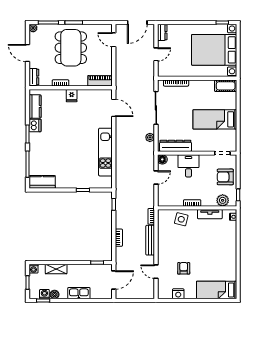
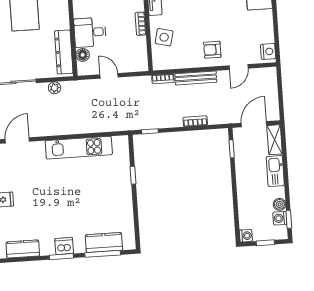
dishwasher: (35, 125) -> (64, 246), moved
floor lamp: (162, 159) -> (83, 55), moved
kitchen counter: (42, 182) -> (104, 242), moved, turned 90
armchair: (184, 268) -> (212, 50), moved
shelving: (56, 269) -> (275, 140), moved
door: (114, 280) -> (254, 124), hinge flipped
nightstand: (178, 294) -> (268, 51), moved

